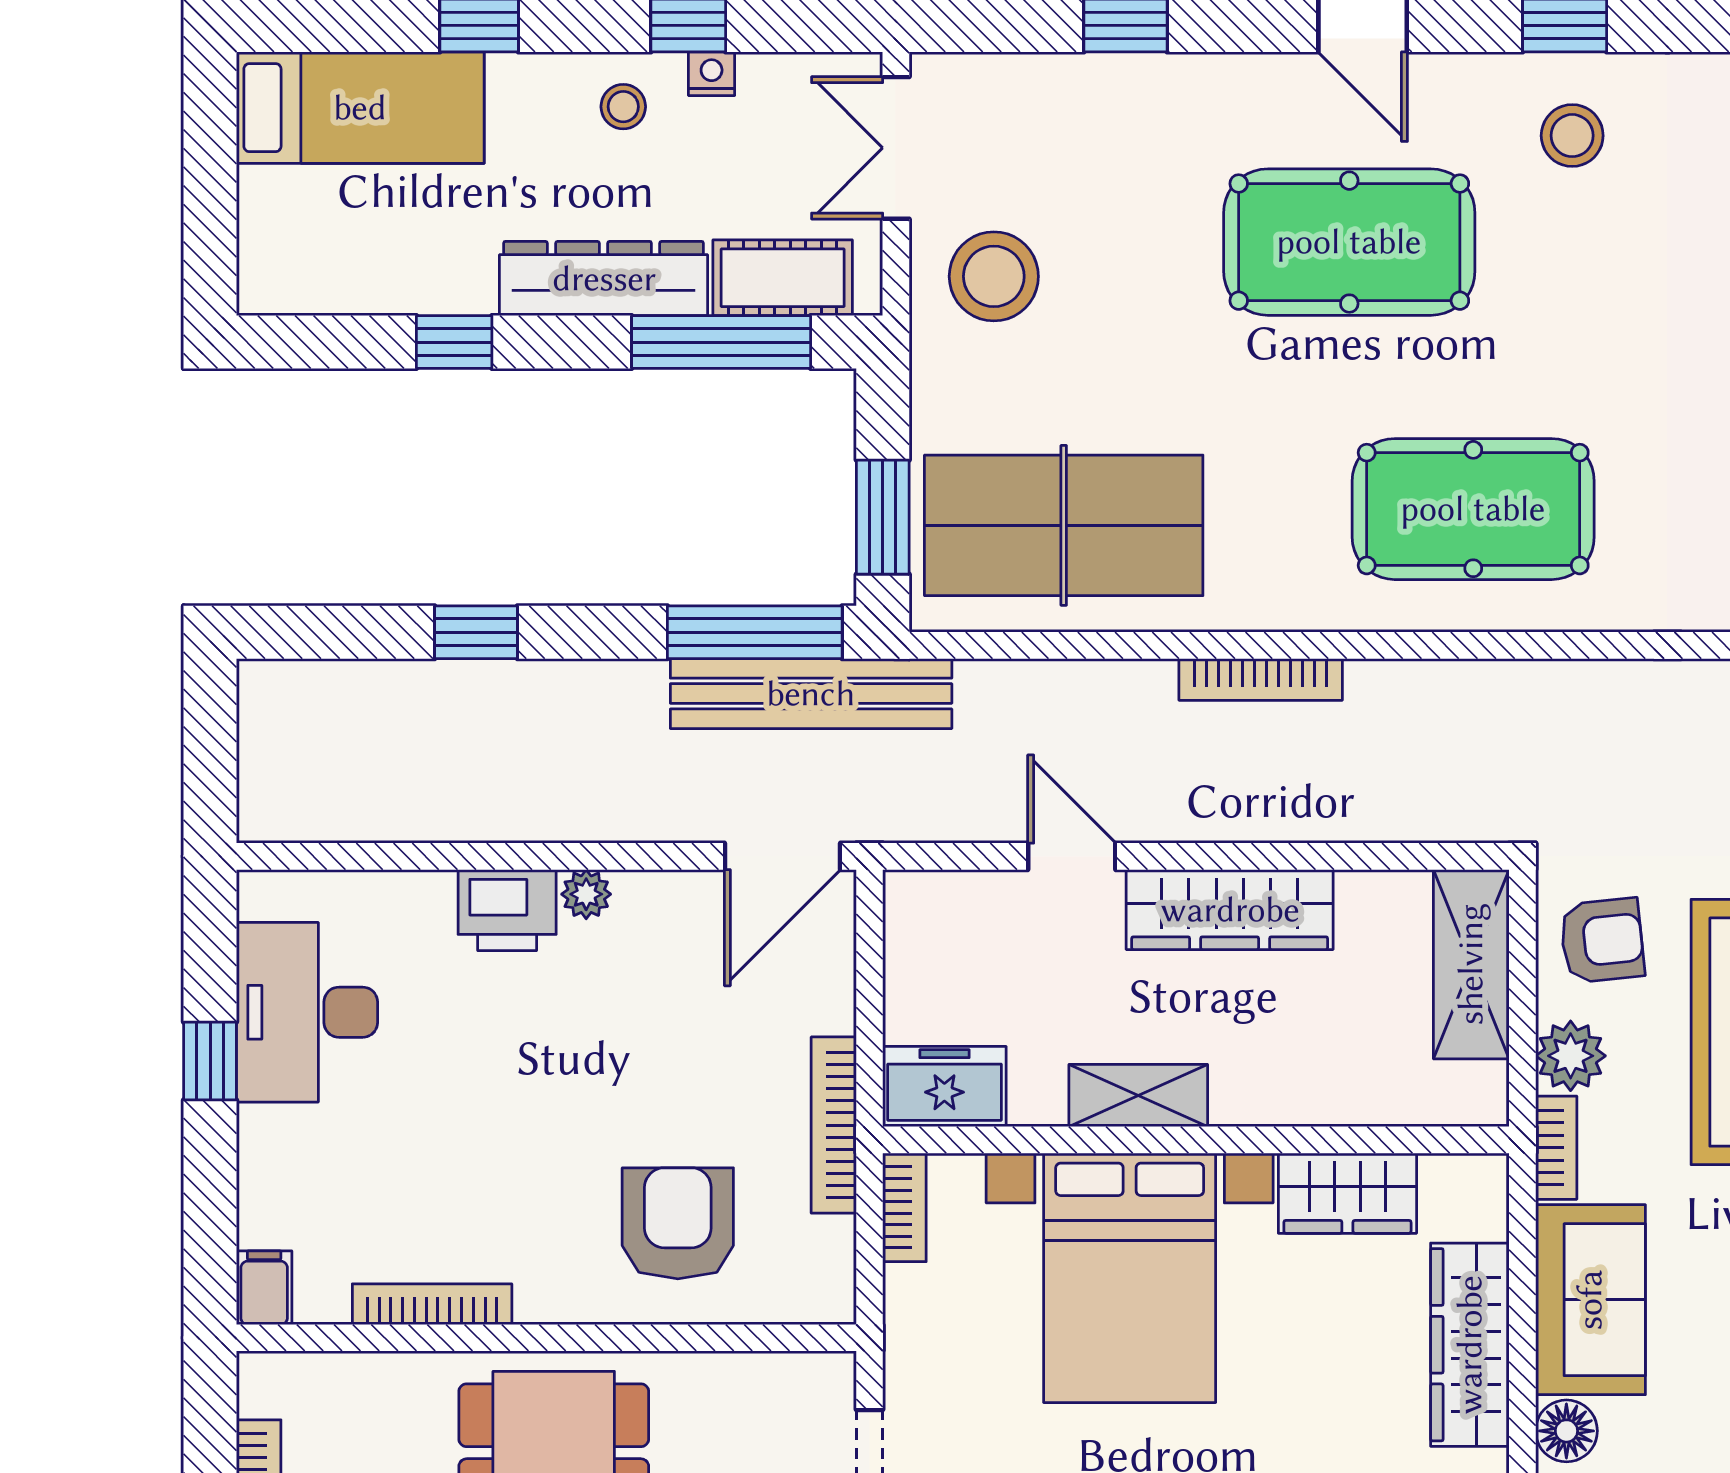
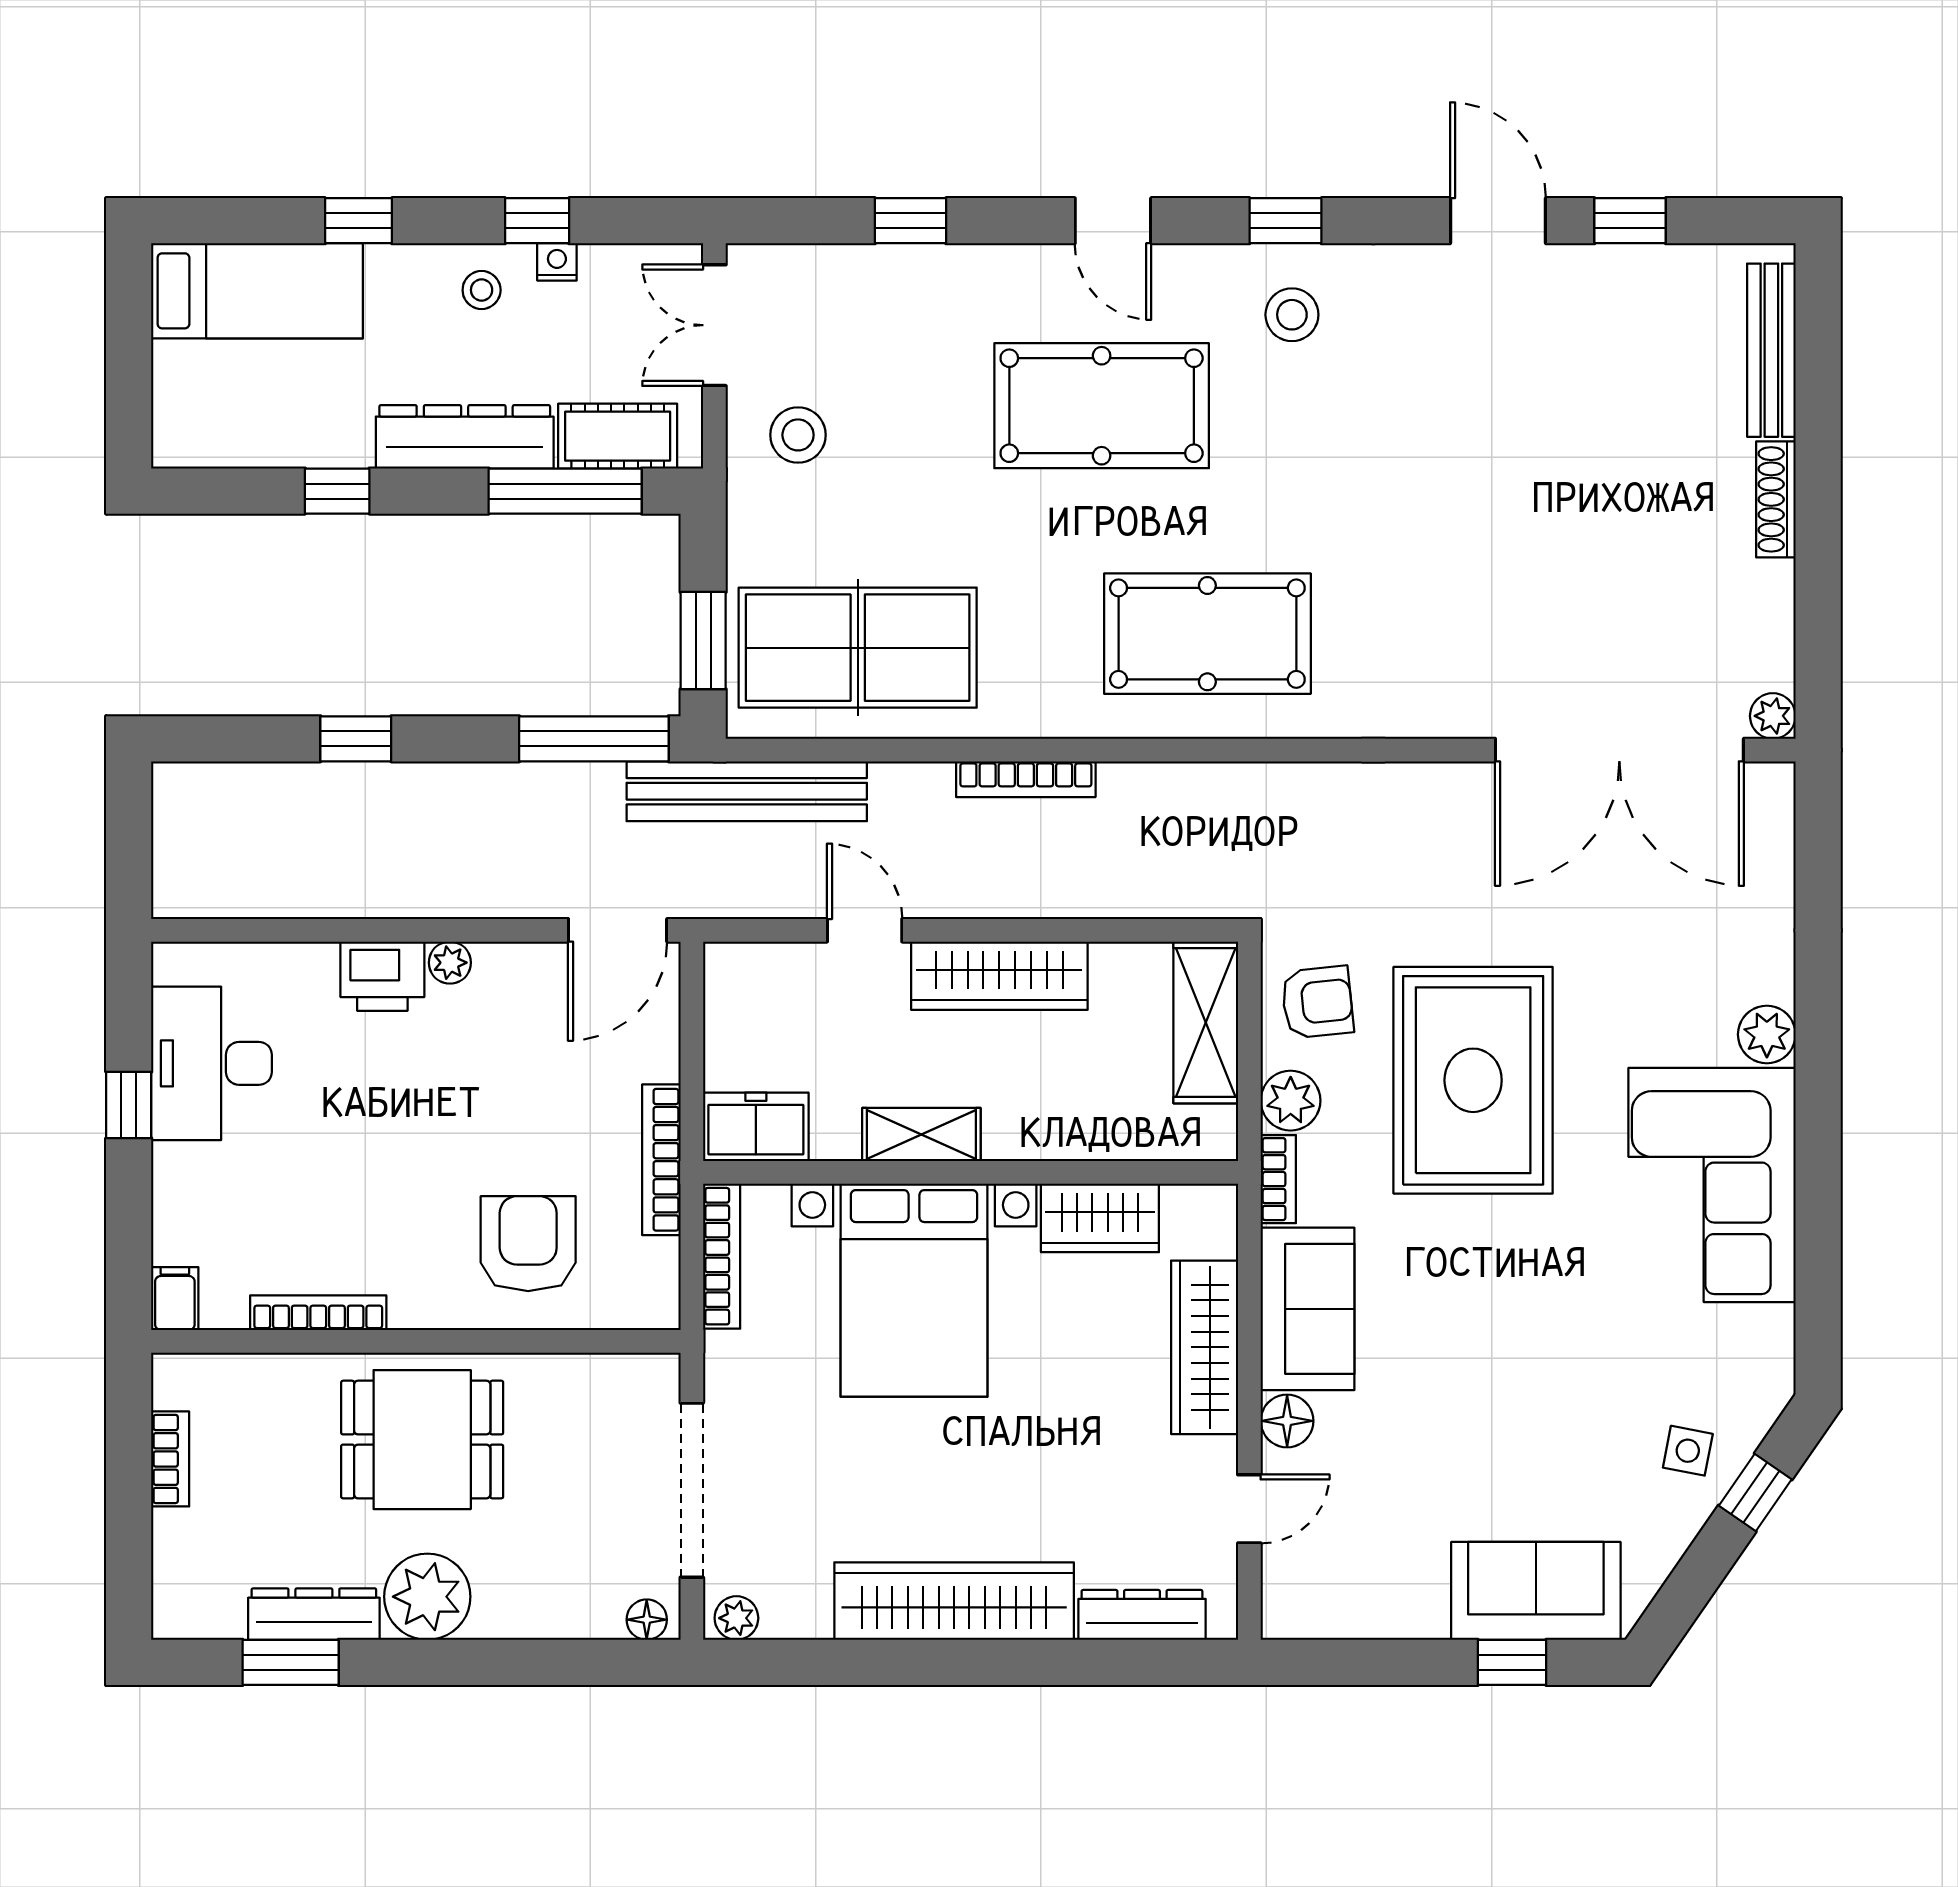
stool: (994, 276) -> (798, 435), width x0.73, depth x0.73
bench: (811, 694) -> (747, 791), moved
bookcase: (904, 1207) -> (722, 1256), width x1.56

